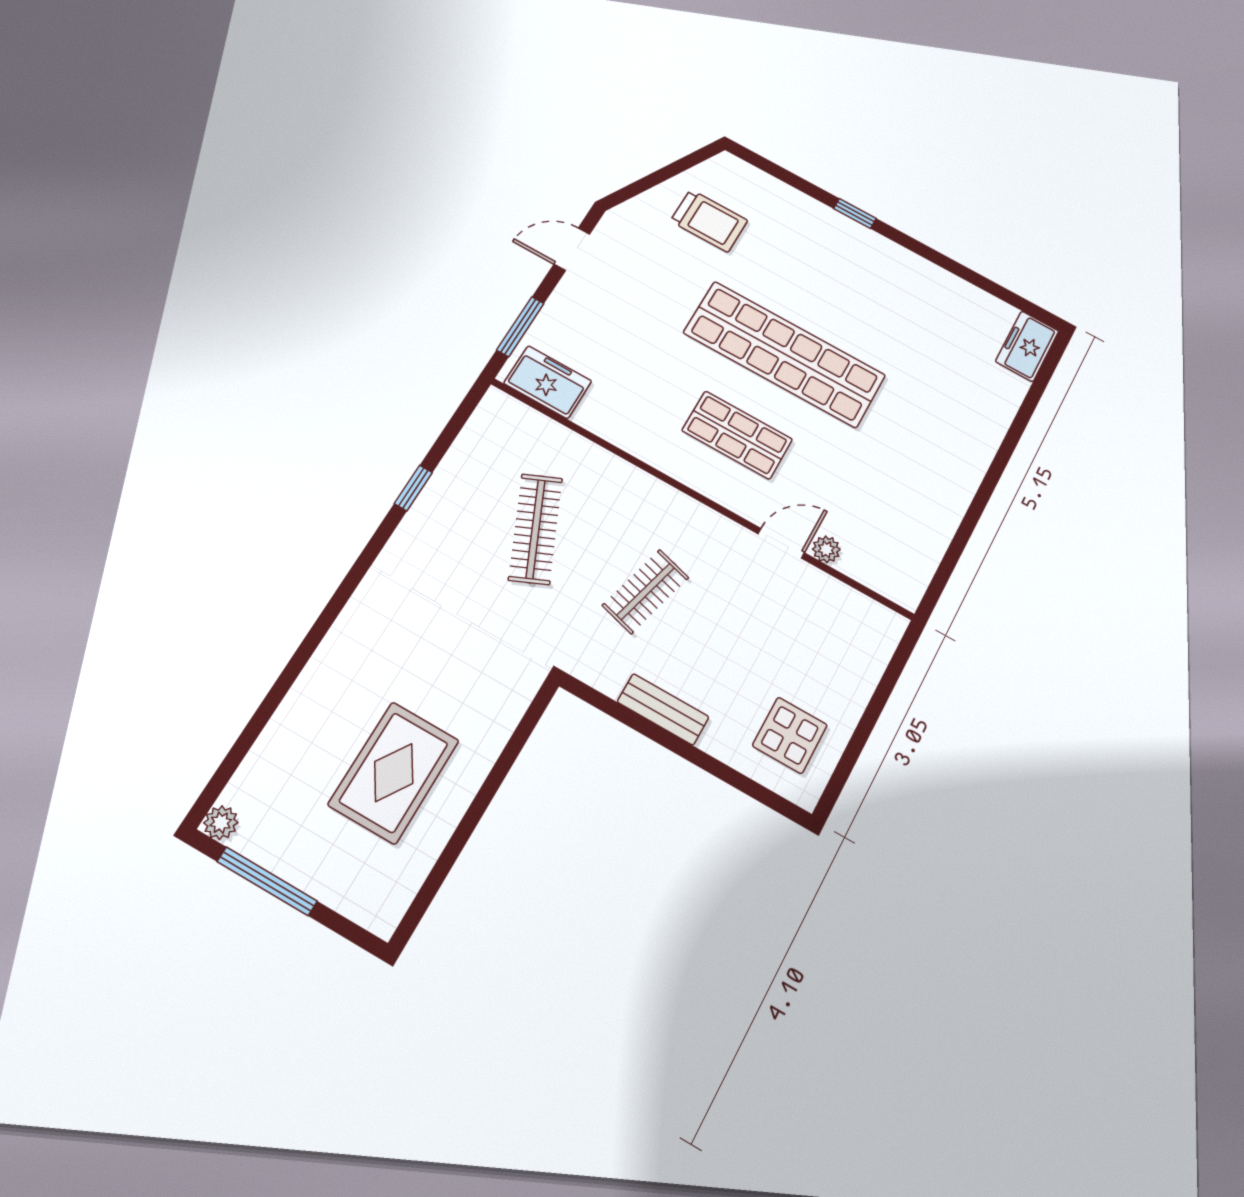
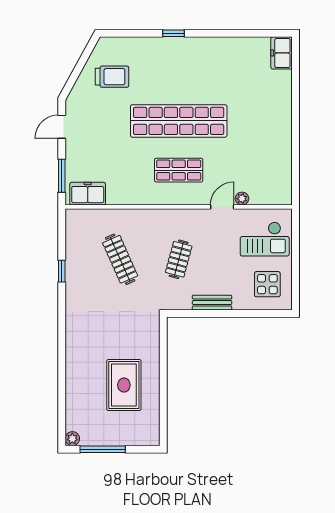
checkout: (830, 647) -> (265, 239), added

